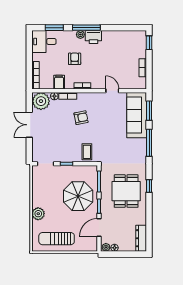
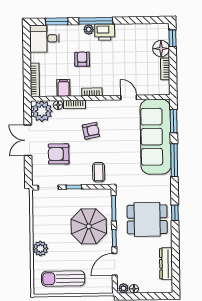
floor lamp: (140, 51) -> (161, 49), added
sofa: (137, 115) -> (156, 137), width x1.36, depth x1.27
armchair: (54, 136) -> (59, 154), added
dining table: (126, 191) -> (147, 219), turned 90
dresser: (141, 238) -> (166, 264), moved

